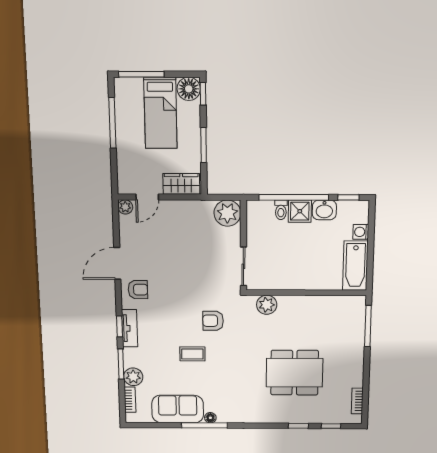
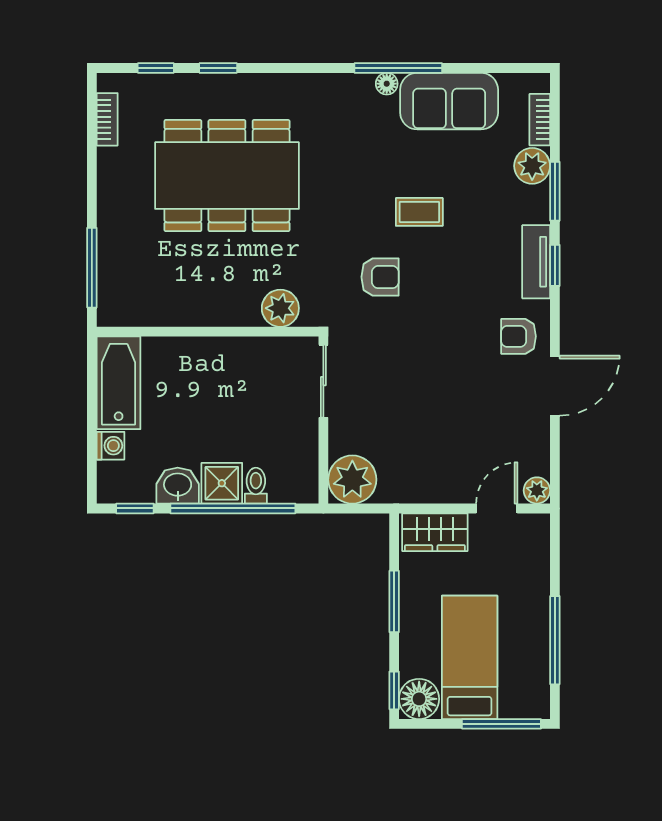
dining table: (295, 373) -> (227, 176), width x1.36, depth x1.24

